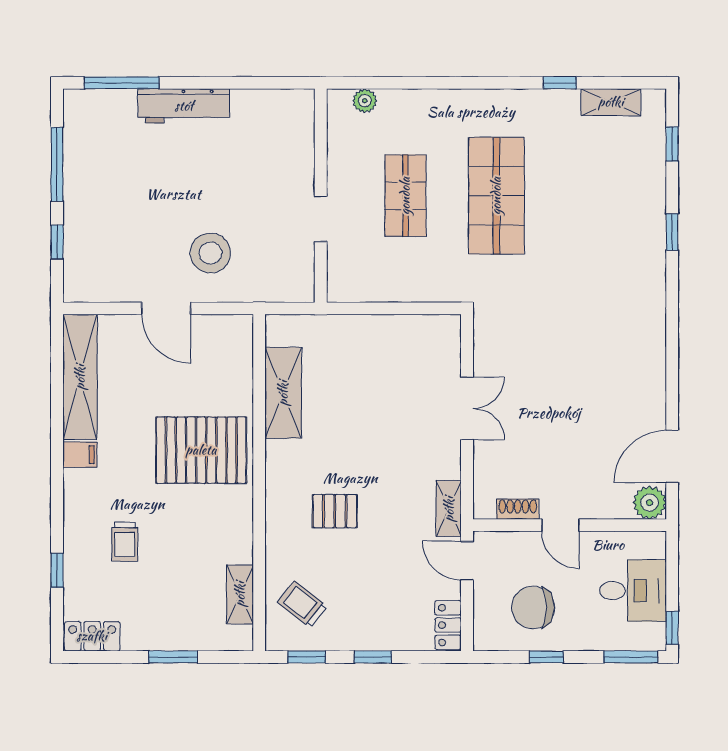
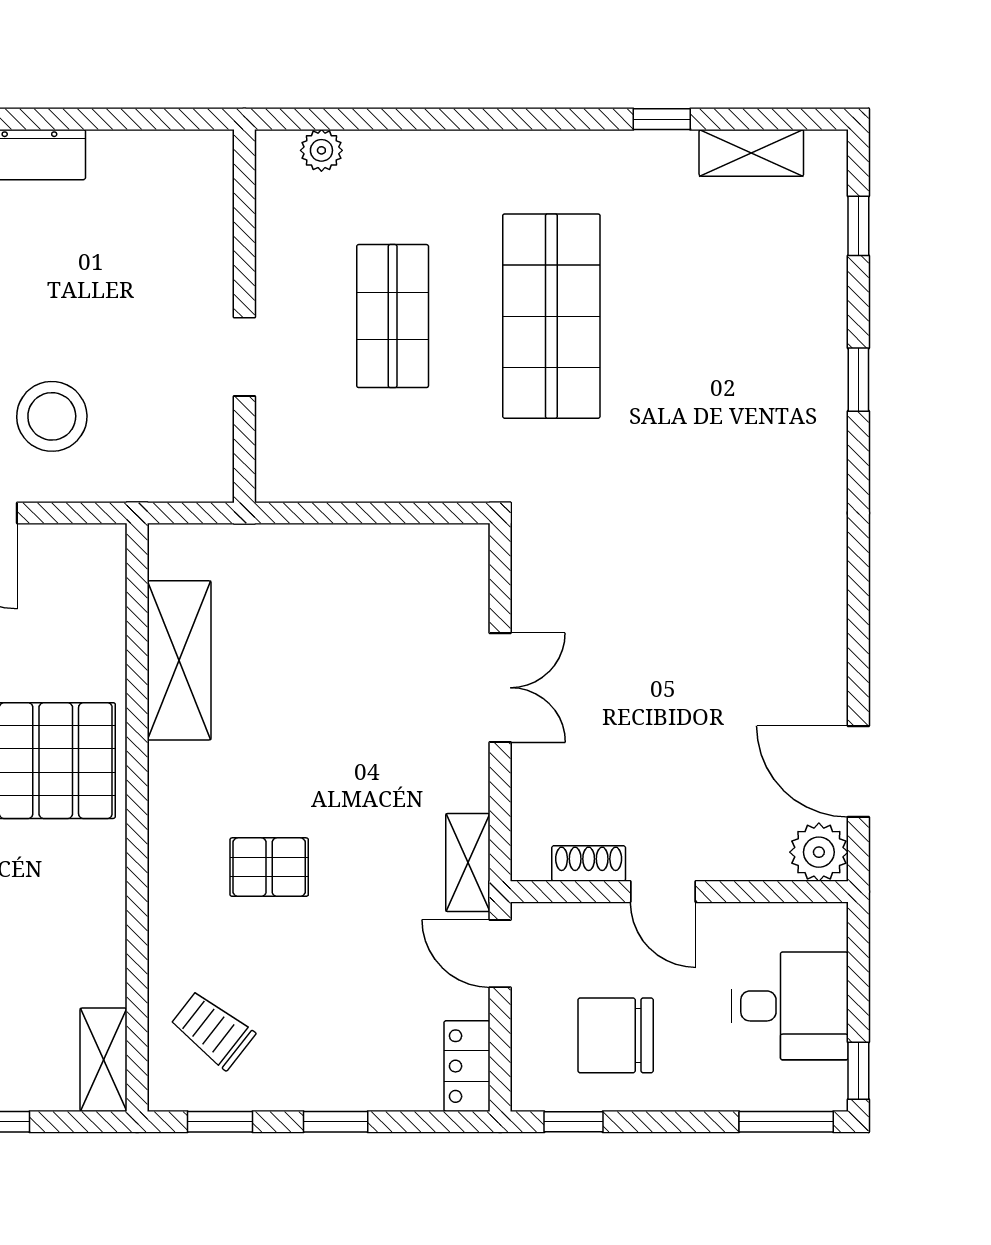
door: (672, 456) -> (858, 772), hinge flipped
shelving: (240, 594) -> (103, 1060), moved
window: (546, 657) -> (573, 1122), moved

